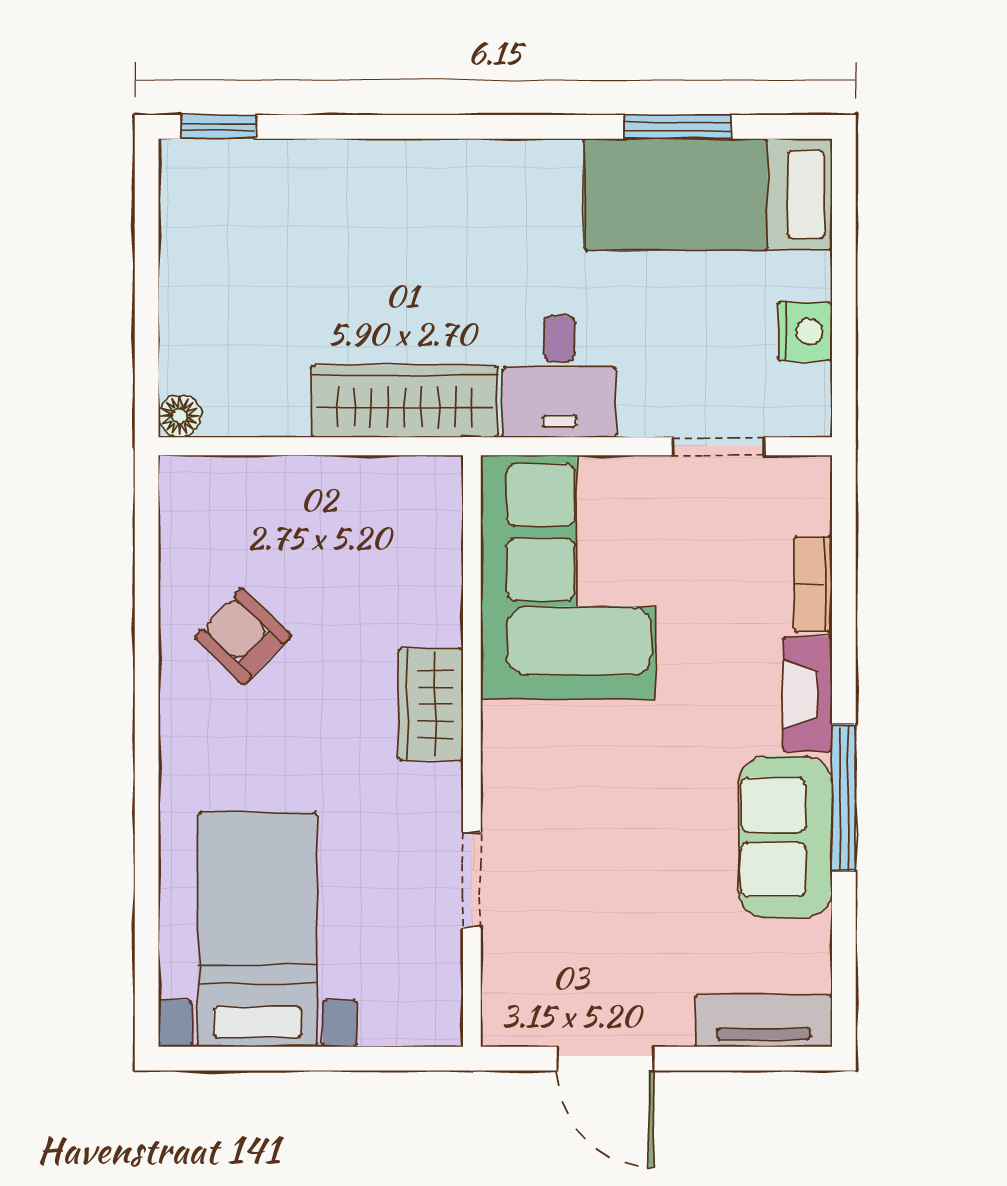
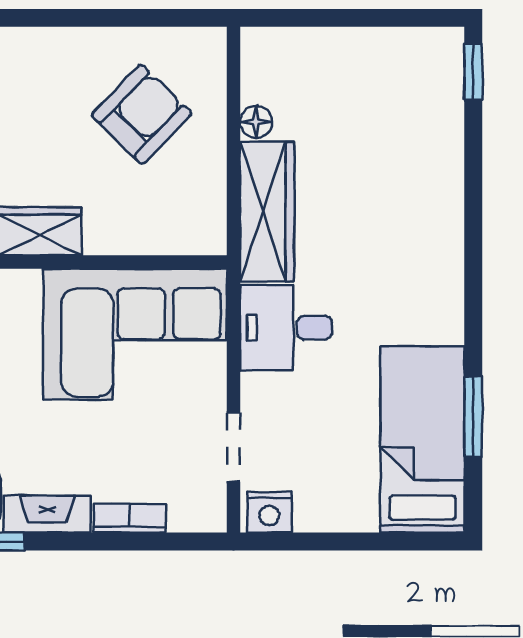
nightstand: (805, 332) -> (269, 512), moved
floor lamp: (180, 416) -> (256, 122), moved
armchair: (243, 636) -> (142, 114), moved, width x1.38, depth x1.38

